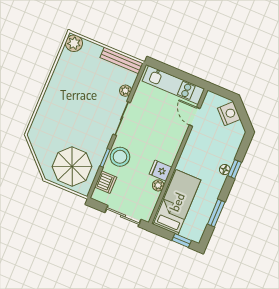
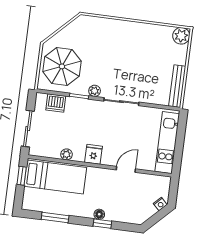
plant: (125, 91) -> (95, 91), moved
nightstand: (229, 114) -> (160, 204), width x0.53, depth x0.56
door: (195, 117) -> (126, 169), moved
stool: (120, 157) -> (84, 110), removed
fridge: (161, 171) -> (94, 154), moved
window: (182, 241) -> (22, 176), moved

